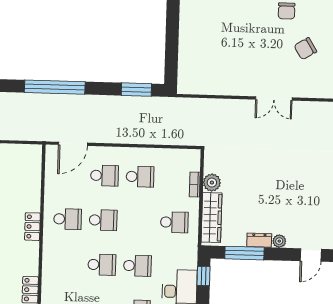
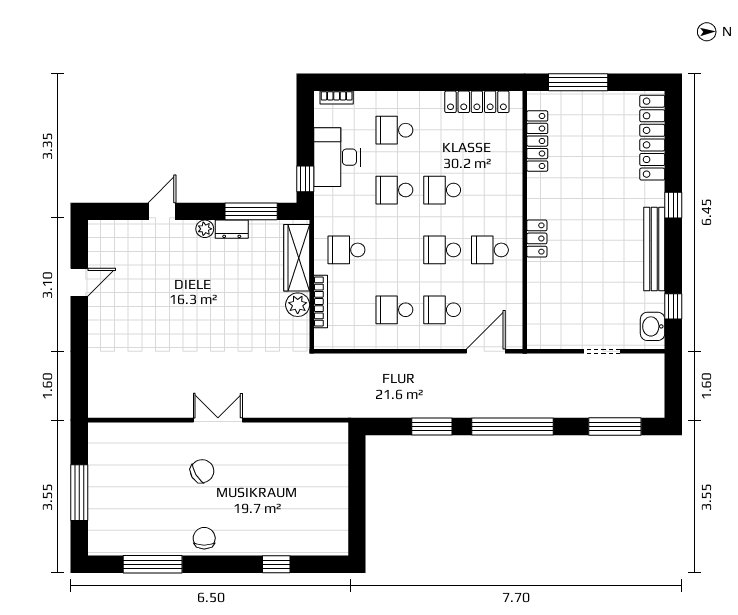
chair: (305, 49) -> (202, 471), moved
window: (136, 90) -> (432, 427), moved
bookcase: (195, 184) -> (321, 302), width x1.56

